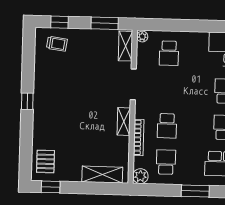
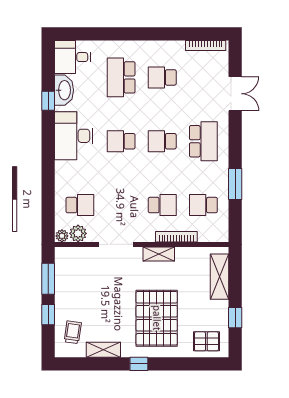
window: (59, 22) -> (48, 315), moved
shelving: (125, 46) -> (103, 350), moved
pallet: (67, 118) -> (157, 318), added
plant: (140, 176) -> (78, 233), moved
window: (51, 187) -> (235, 318), moved
window: (195, 191) -> (235, 184), moved

